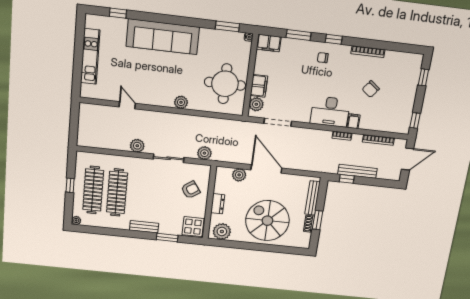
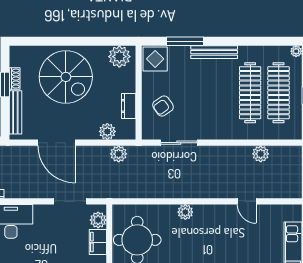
plant: (137, 146) -> (261, 154), moved
plant: (204, 153) -> (119, 154), moved
sliding door: (169, 158) -> (179, 143), moved
door: (266, 169) -> (56, 143), moved
dresser: (218, 204) -> (129, 106), moved
bench: (144, 227) -> (214, 52), width x1.36
window: (167, 237) -> (185, 41), width x1.44

